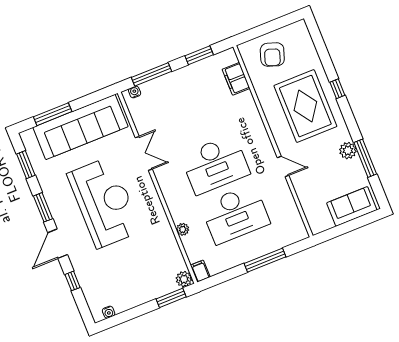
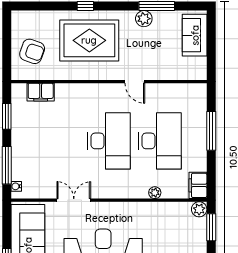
door: (283, 166) -> (135, 82), swing flipped
filing cabinet: (200, 271) -> (198, 185), width x2.00

